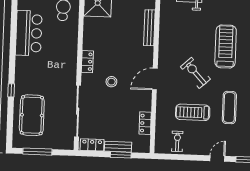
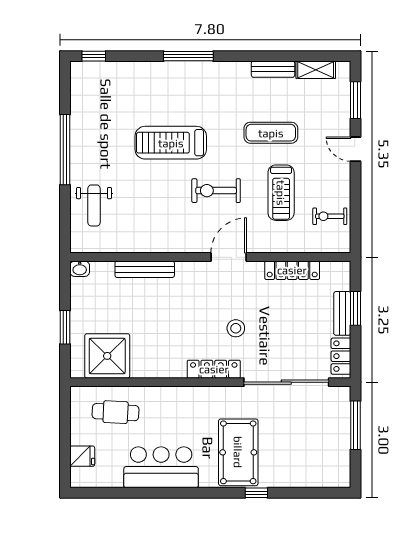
locker: (87, 62) -> (214, 369), width x1.53
exercise bike: (195, 73) -> (216, 191), turned 43
door: (155, 79) -> (229, 257), swing flipped
pool table: (32, 115) -> (238, 452), moved, turned 90
locker: (145, 123) -> (292, 270), width x1.53
window: (37, 152) -> (355, 425), moved

